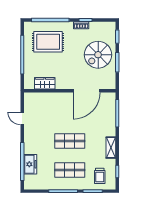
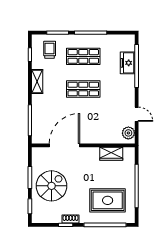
plant: (30, 102) -> (128, 133), added

